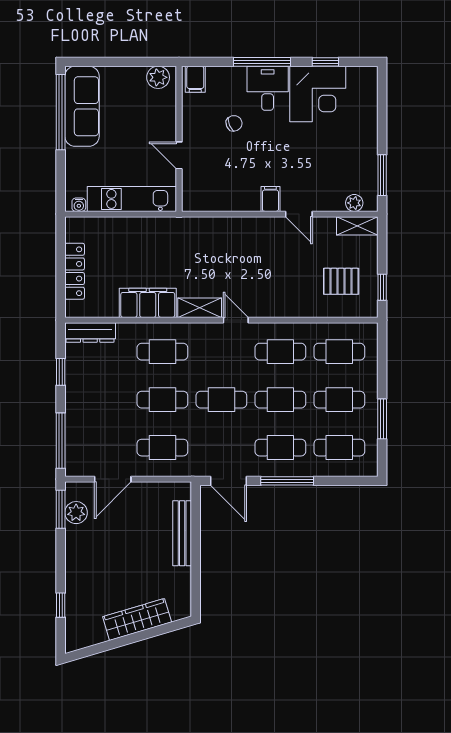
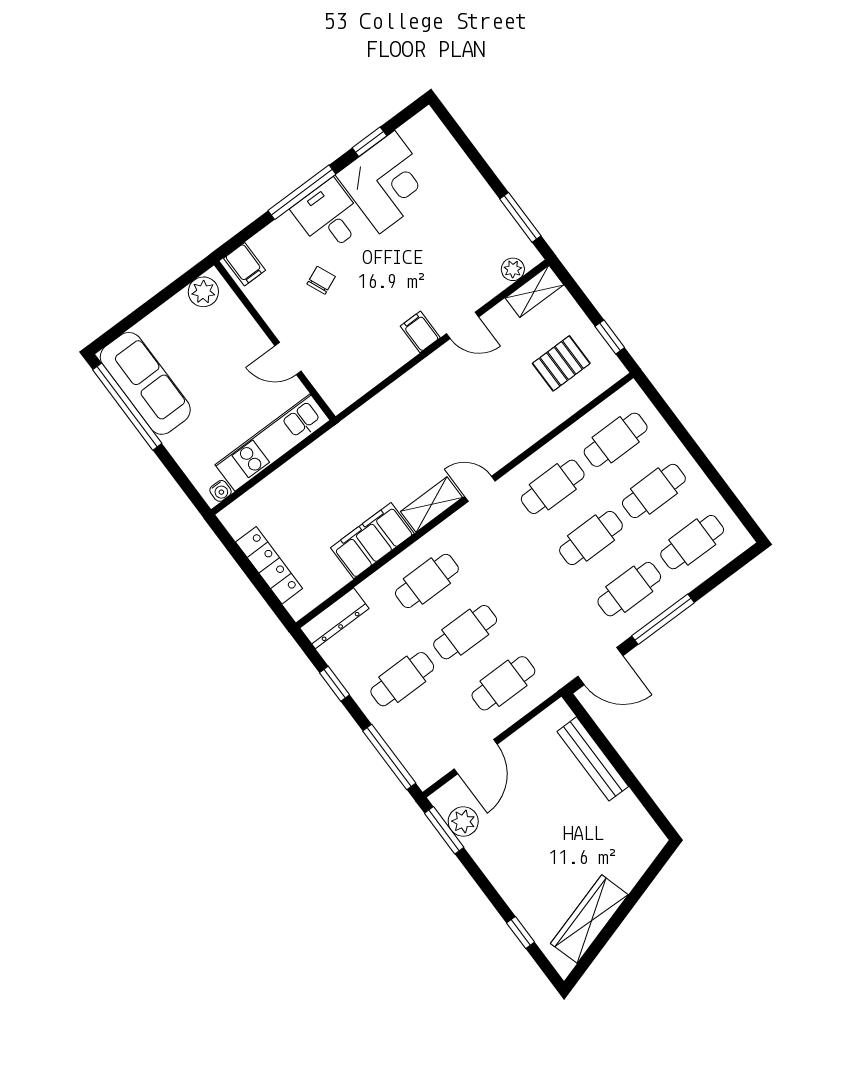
cafe table: (221, 400) -> (402, 679), moved
window: (382, 419) -> (715, 477), removed
wardrobe: (137, 619) -> (589, 919), moved

